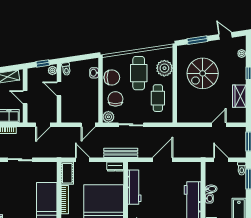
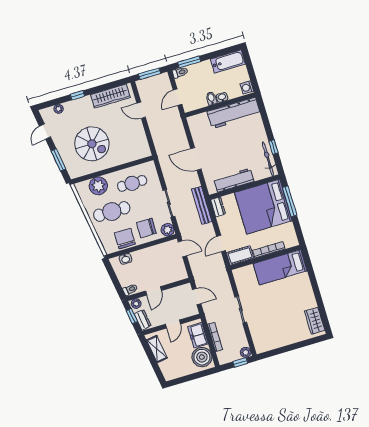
dresser: (37, 72) -> (143, 320), added
wardrobe: (239, 96) -> (110, 96), width x1.50

